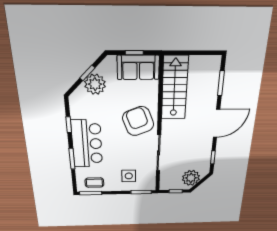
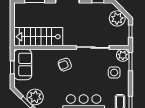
armchair: (138, 121) -> (65, 65), width x0.53, depth x0.53
plant: (149, 184) -> (123, 55), added

